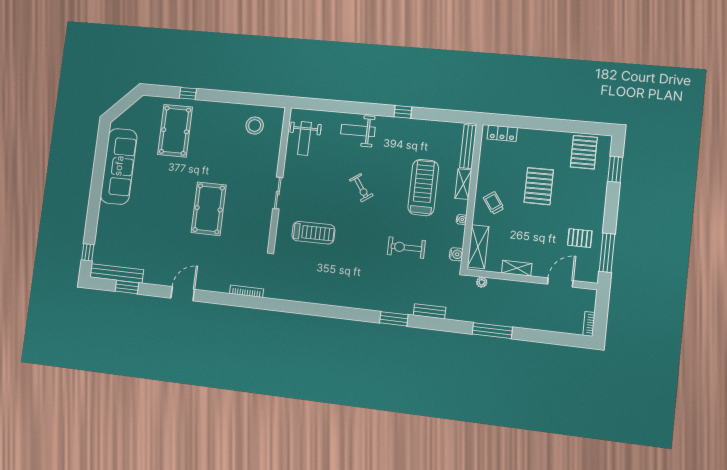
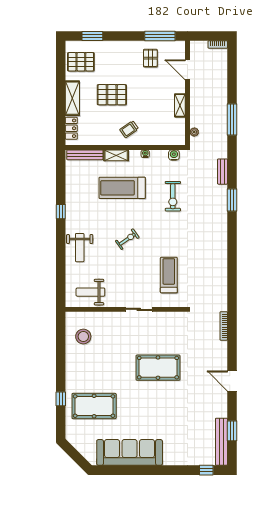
weight bench: (304, 138) -> (90, 292), turned 180
shelving: (478, 247) -> (72, 98), moved, turned 90

